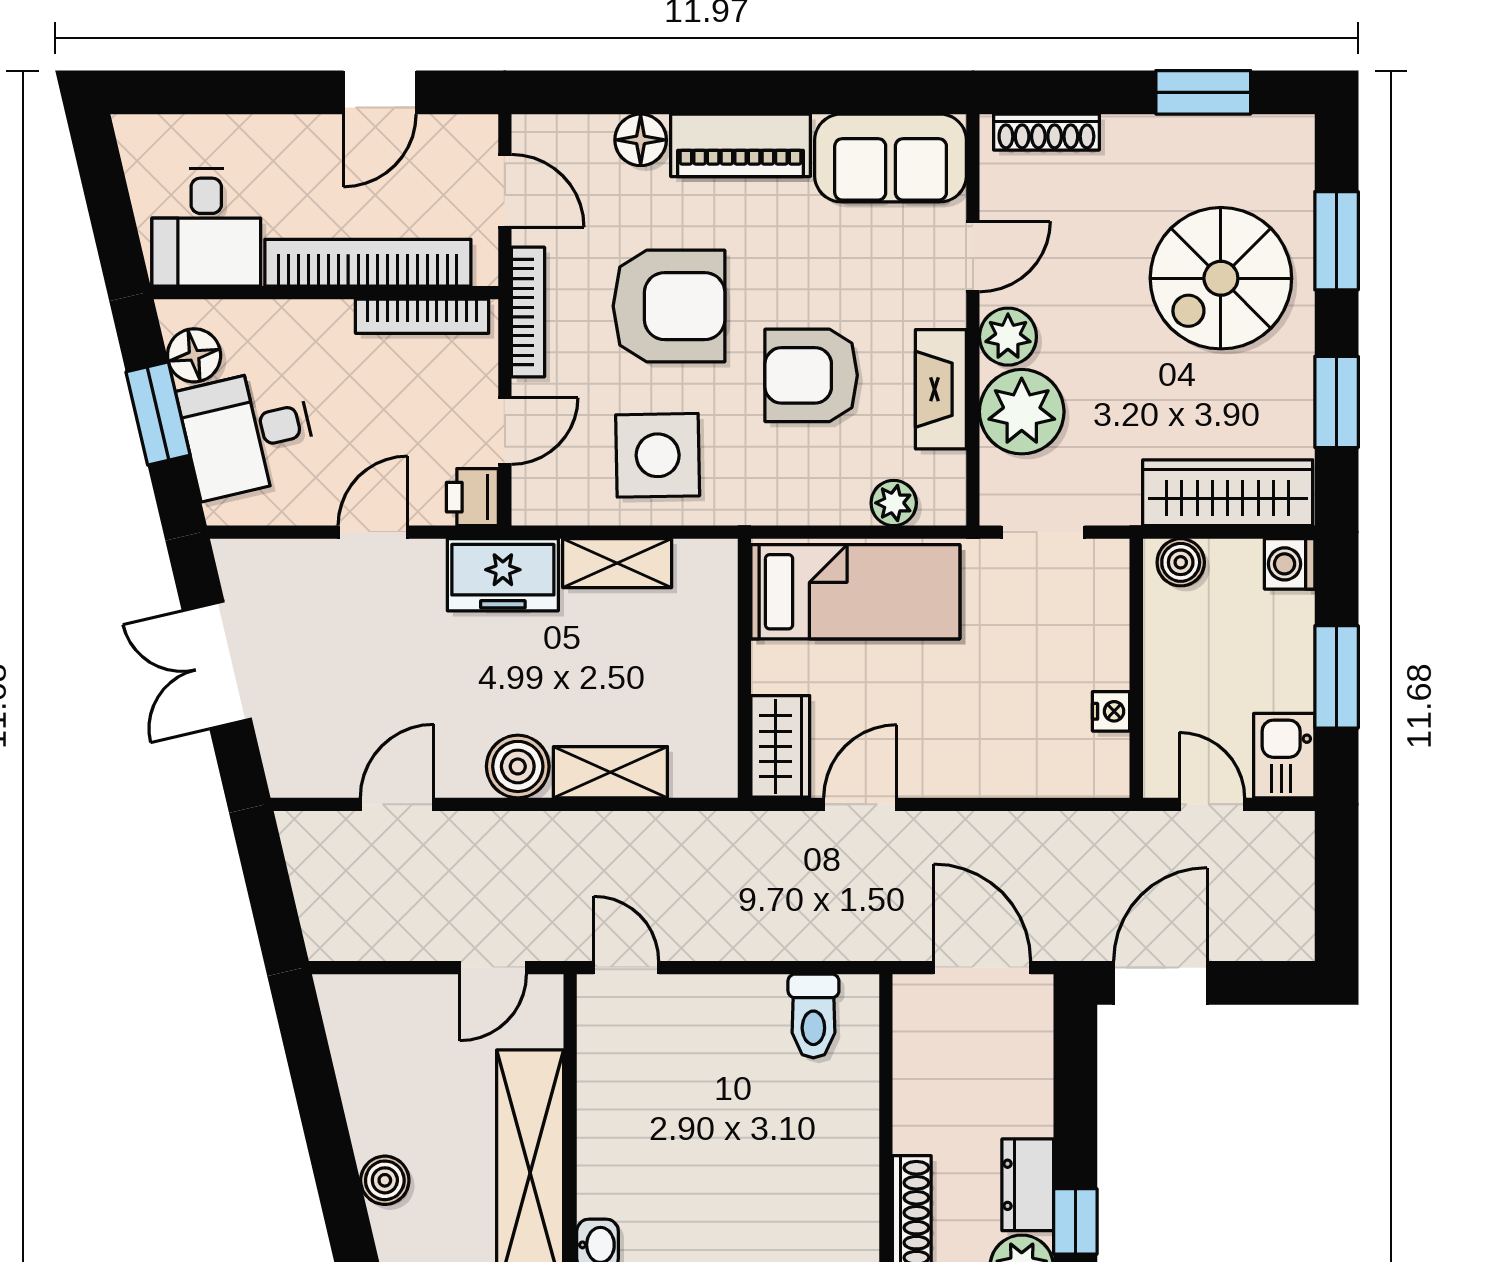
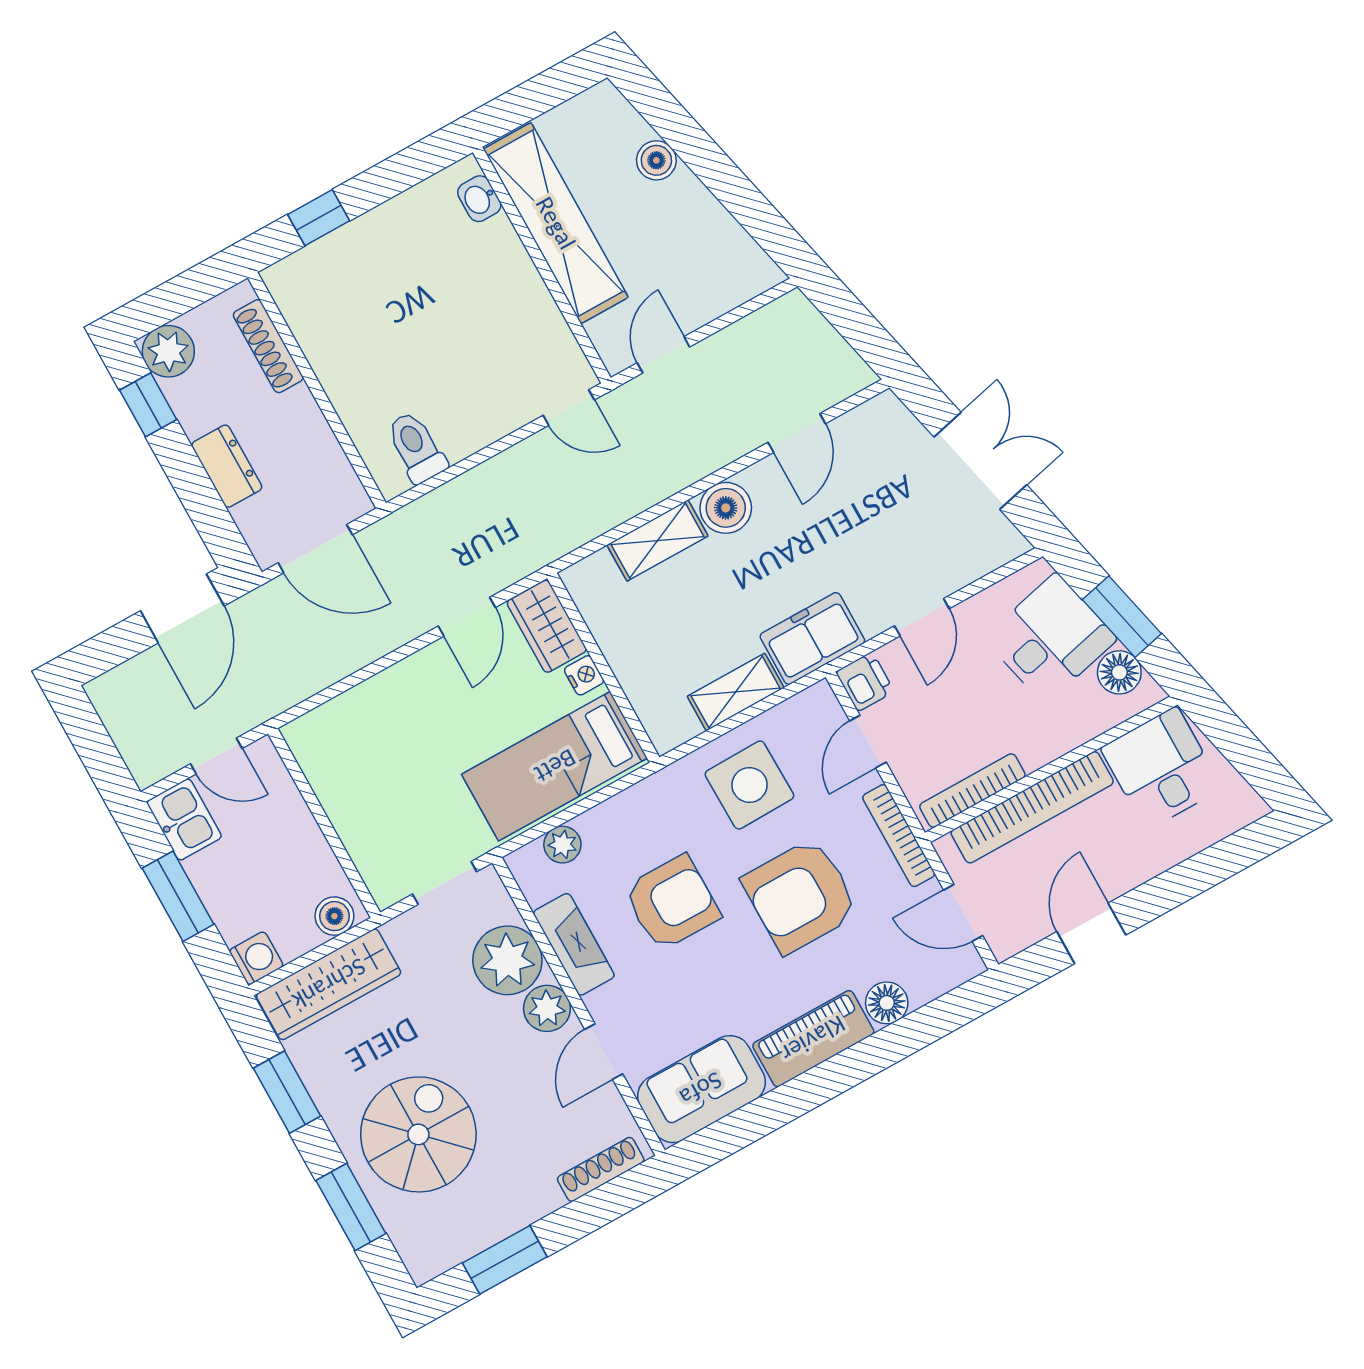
nightstand: (1111, 711) -> (584, 675), moved, turned 180
dresser: (1028, 1185) -> (227, 466), moved

